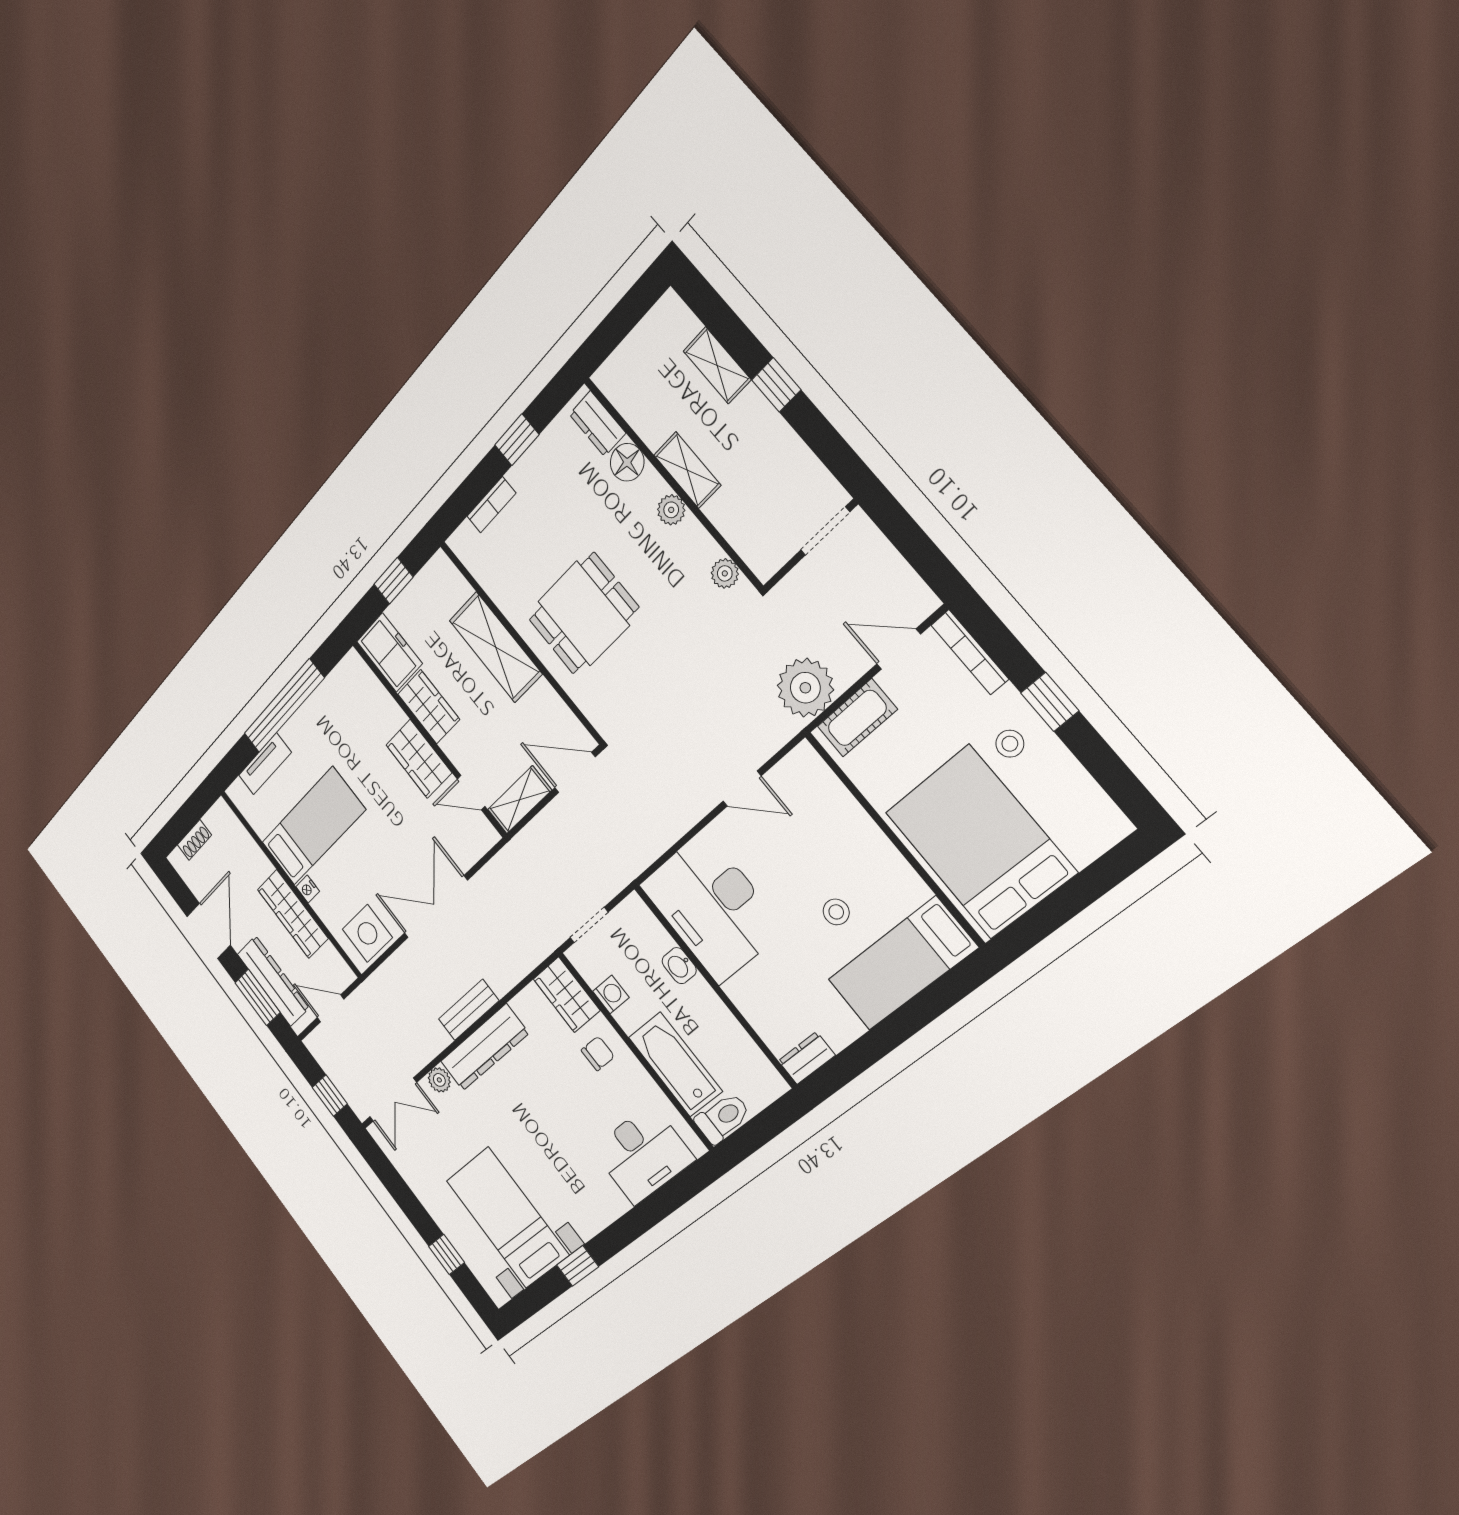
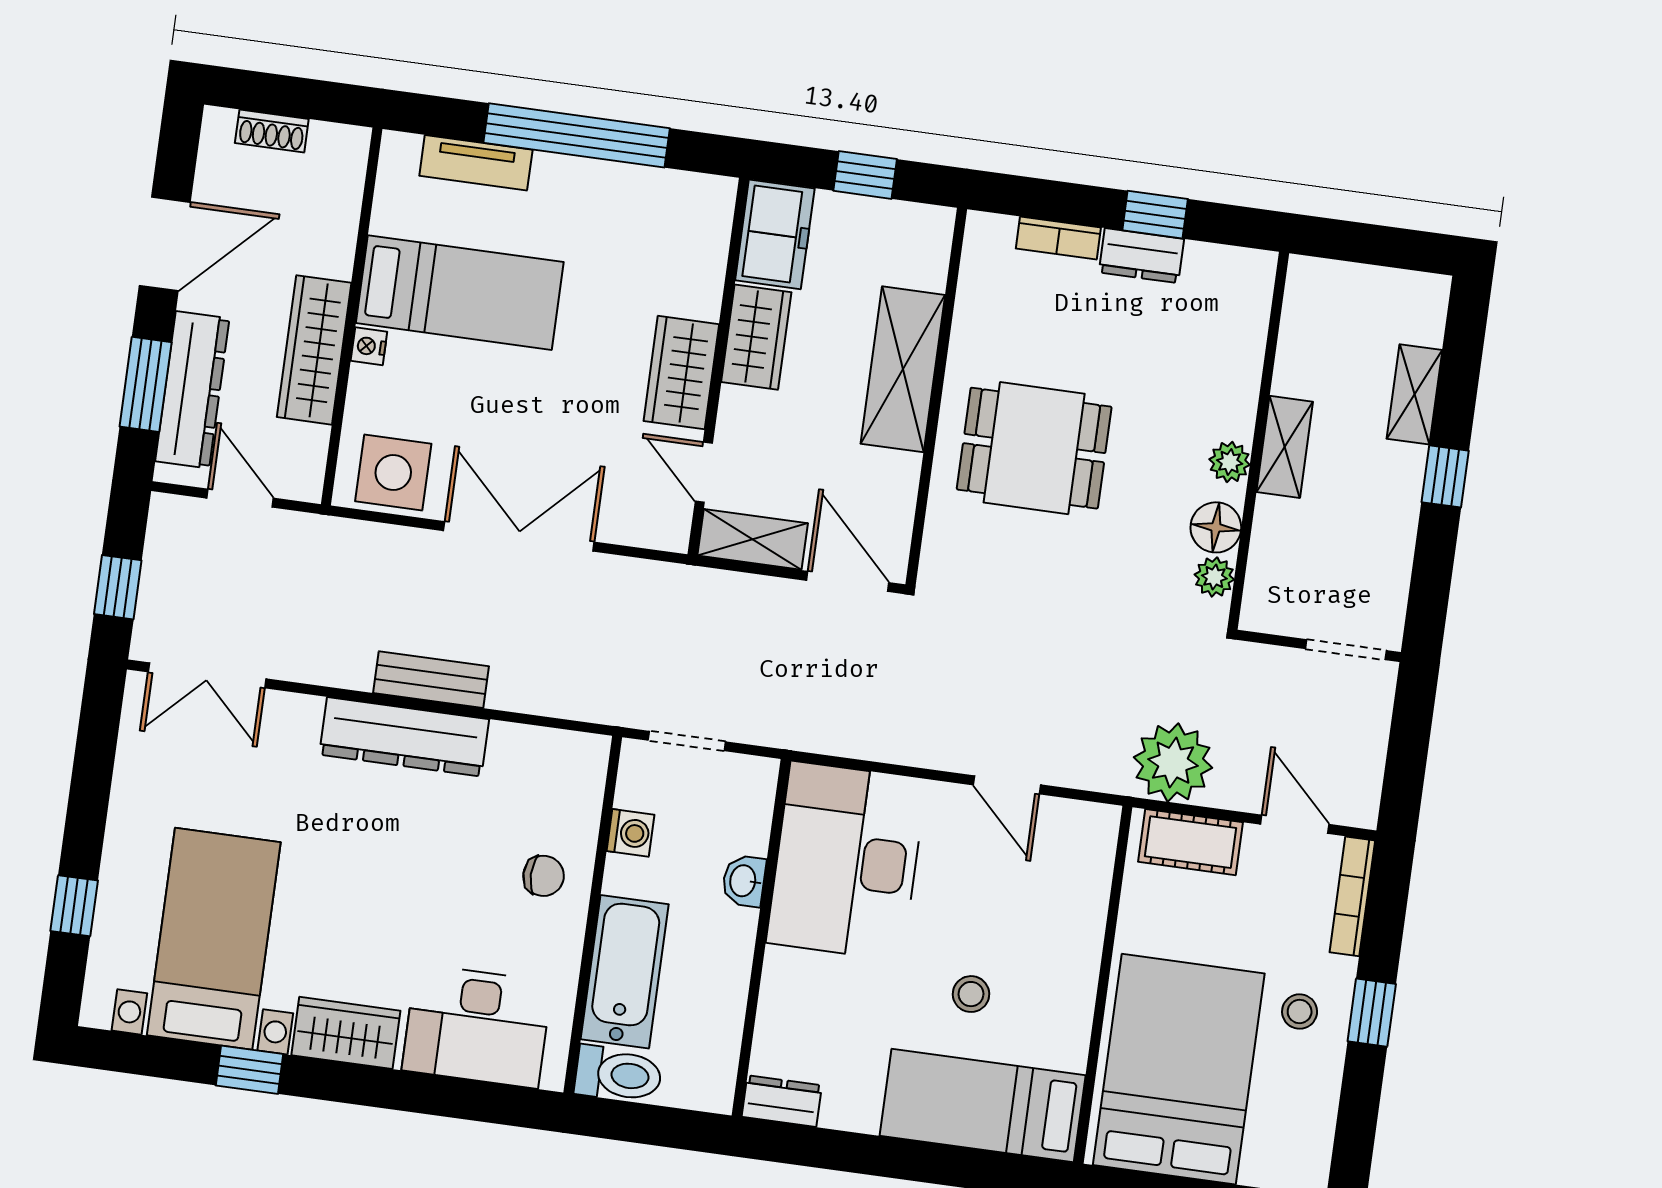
dresser: (597, 424) -> (1141, 256), moved, turned -90
floor lamp: (627, 462) -> (1216, 527), moved
wardrobe: (567, 995) -> (346, 1033), moved, turned 90
plant: (439, 1080) -> (300, 714), removed

